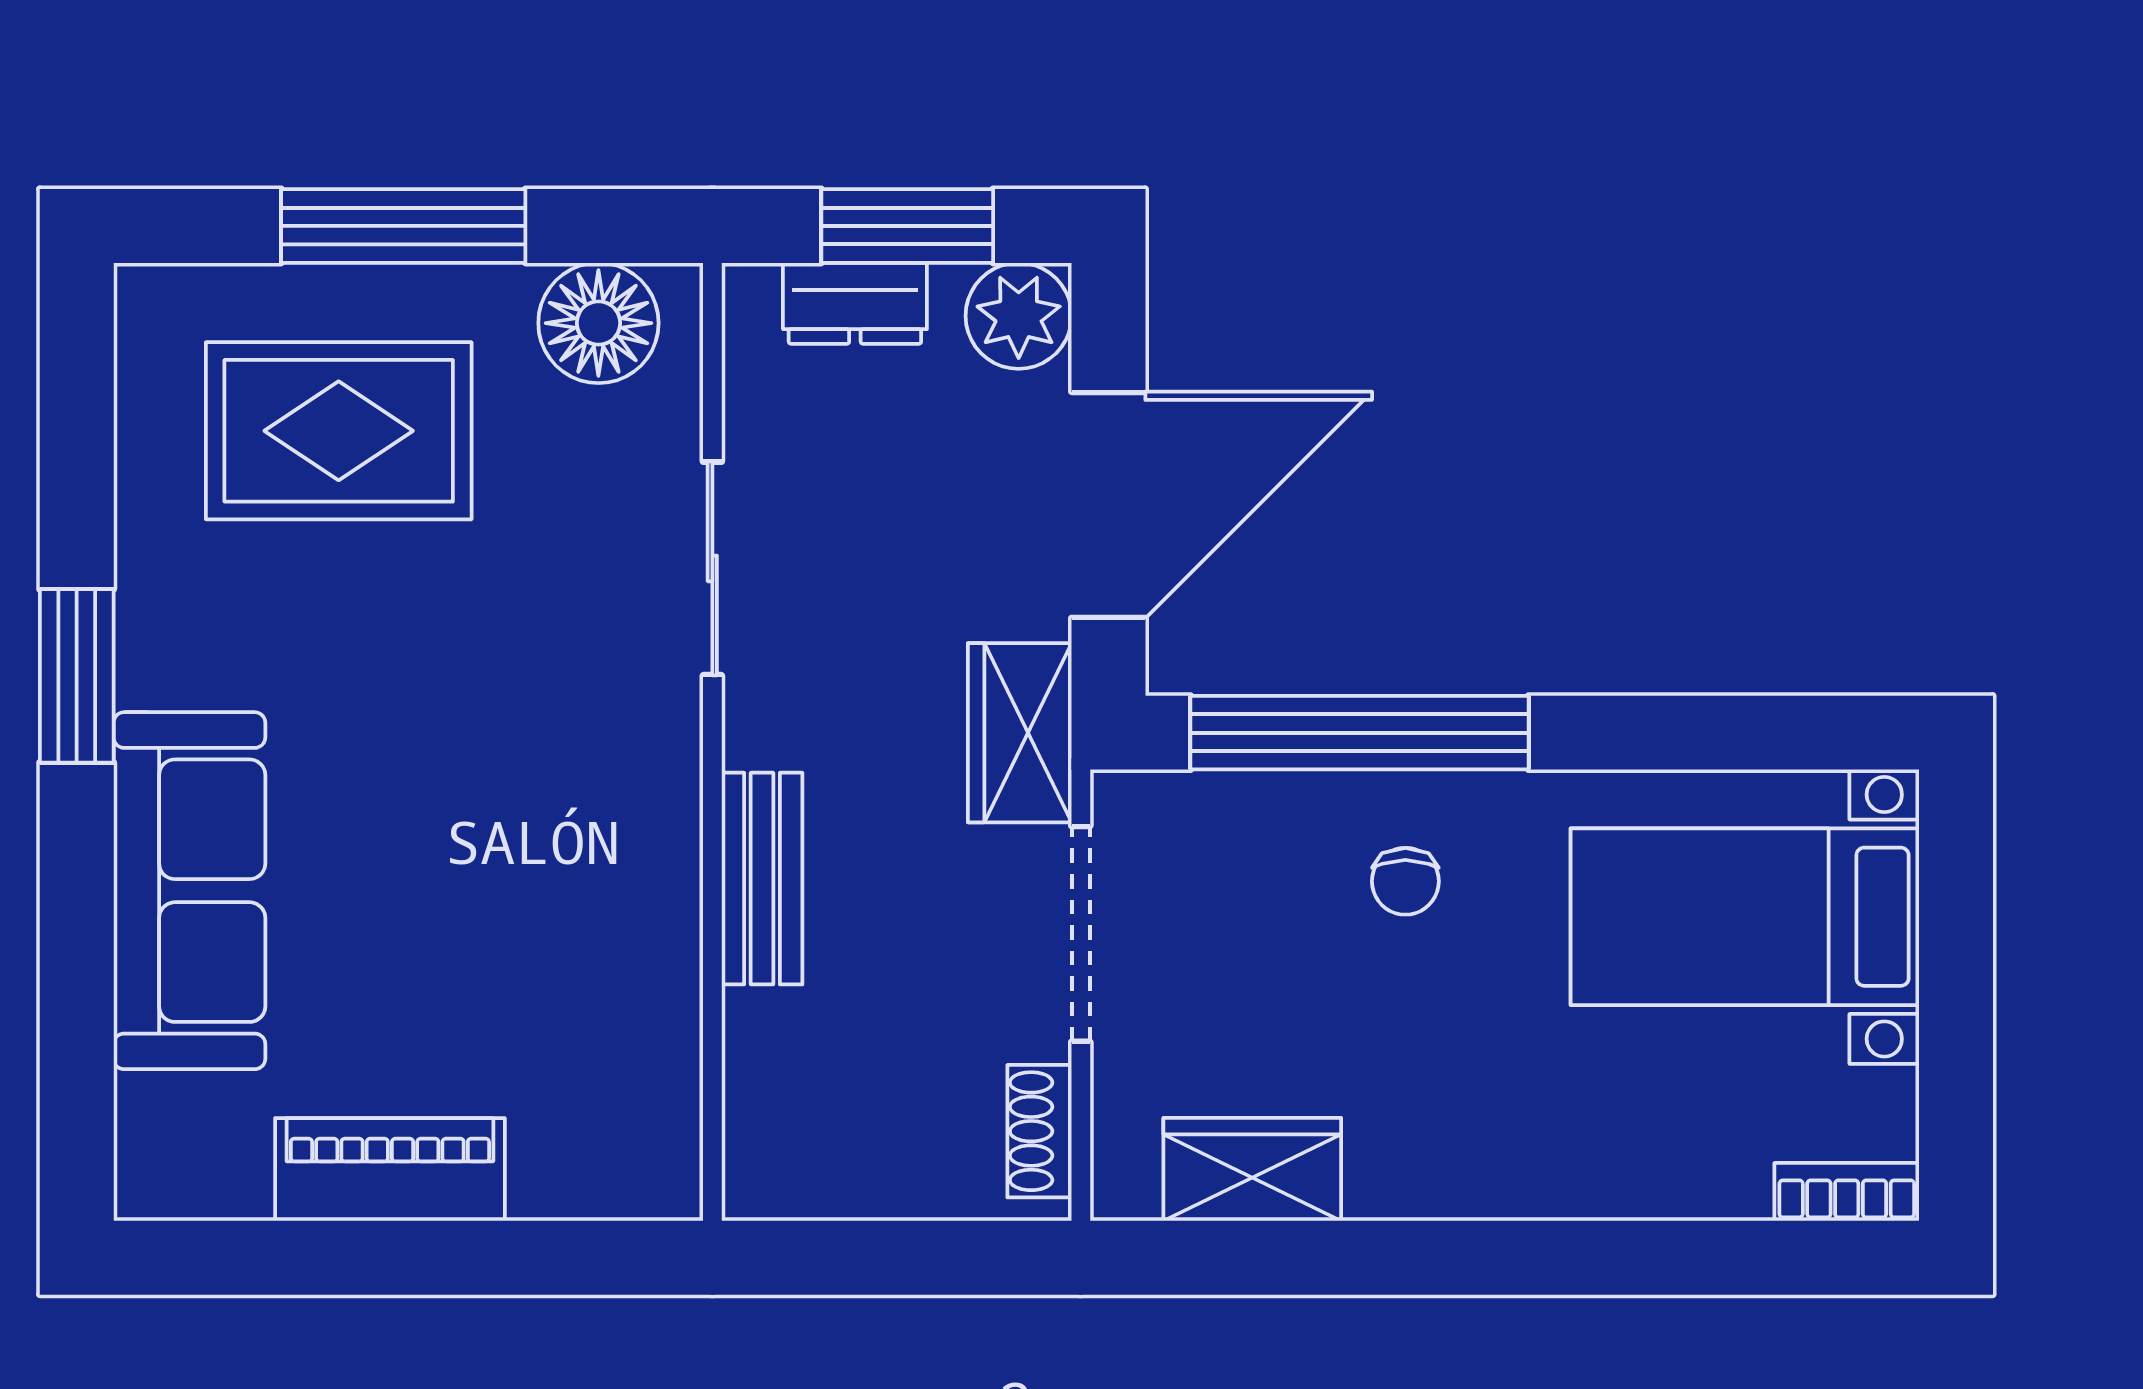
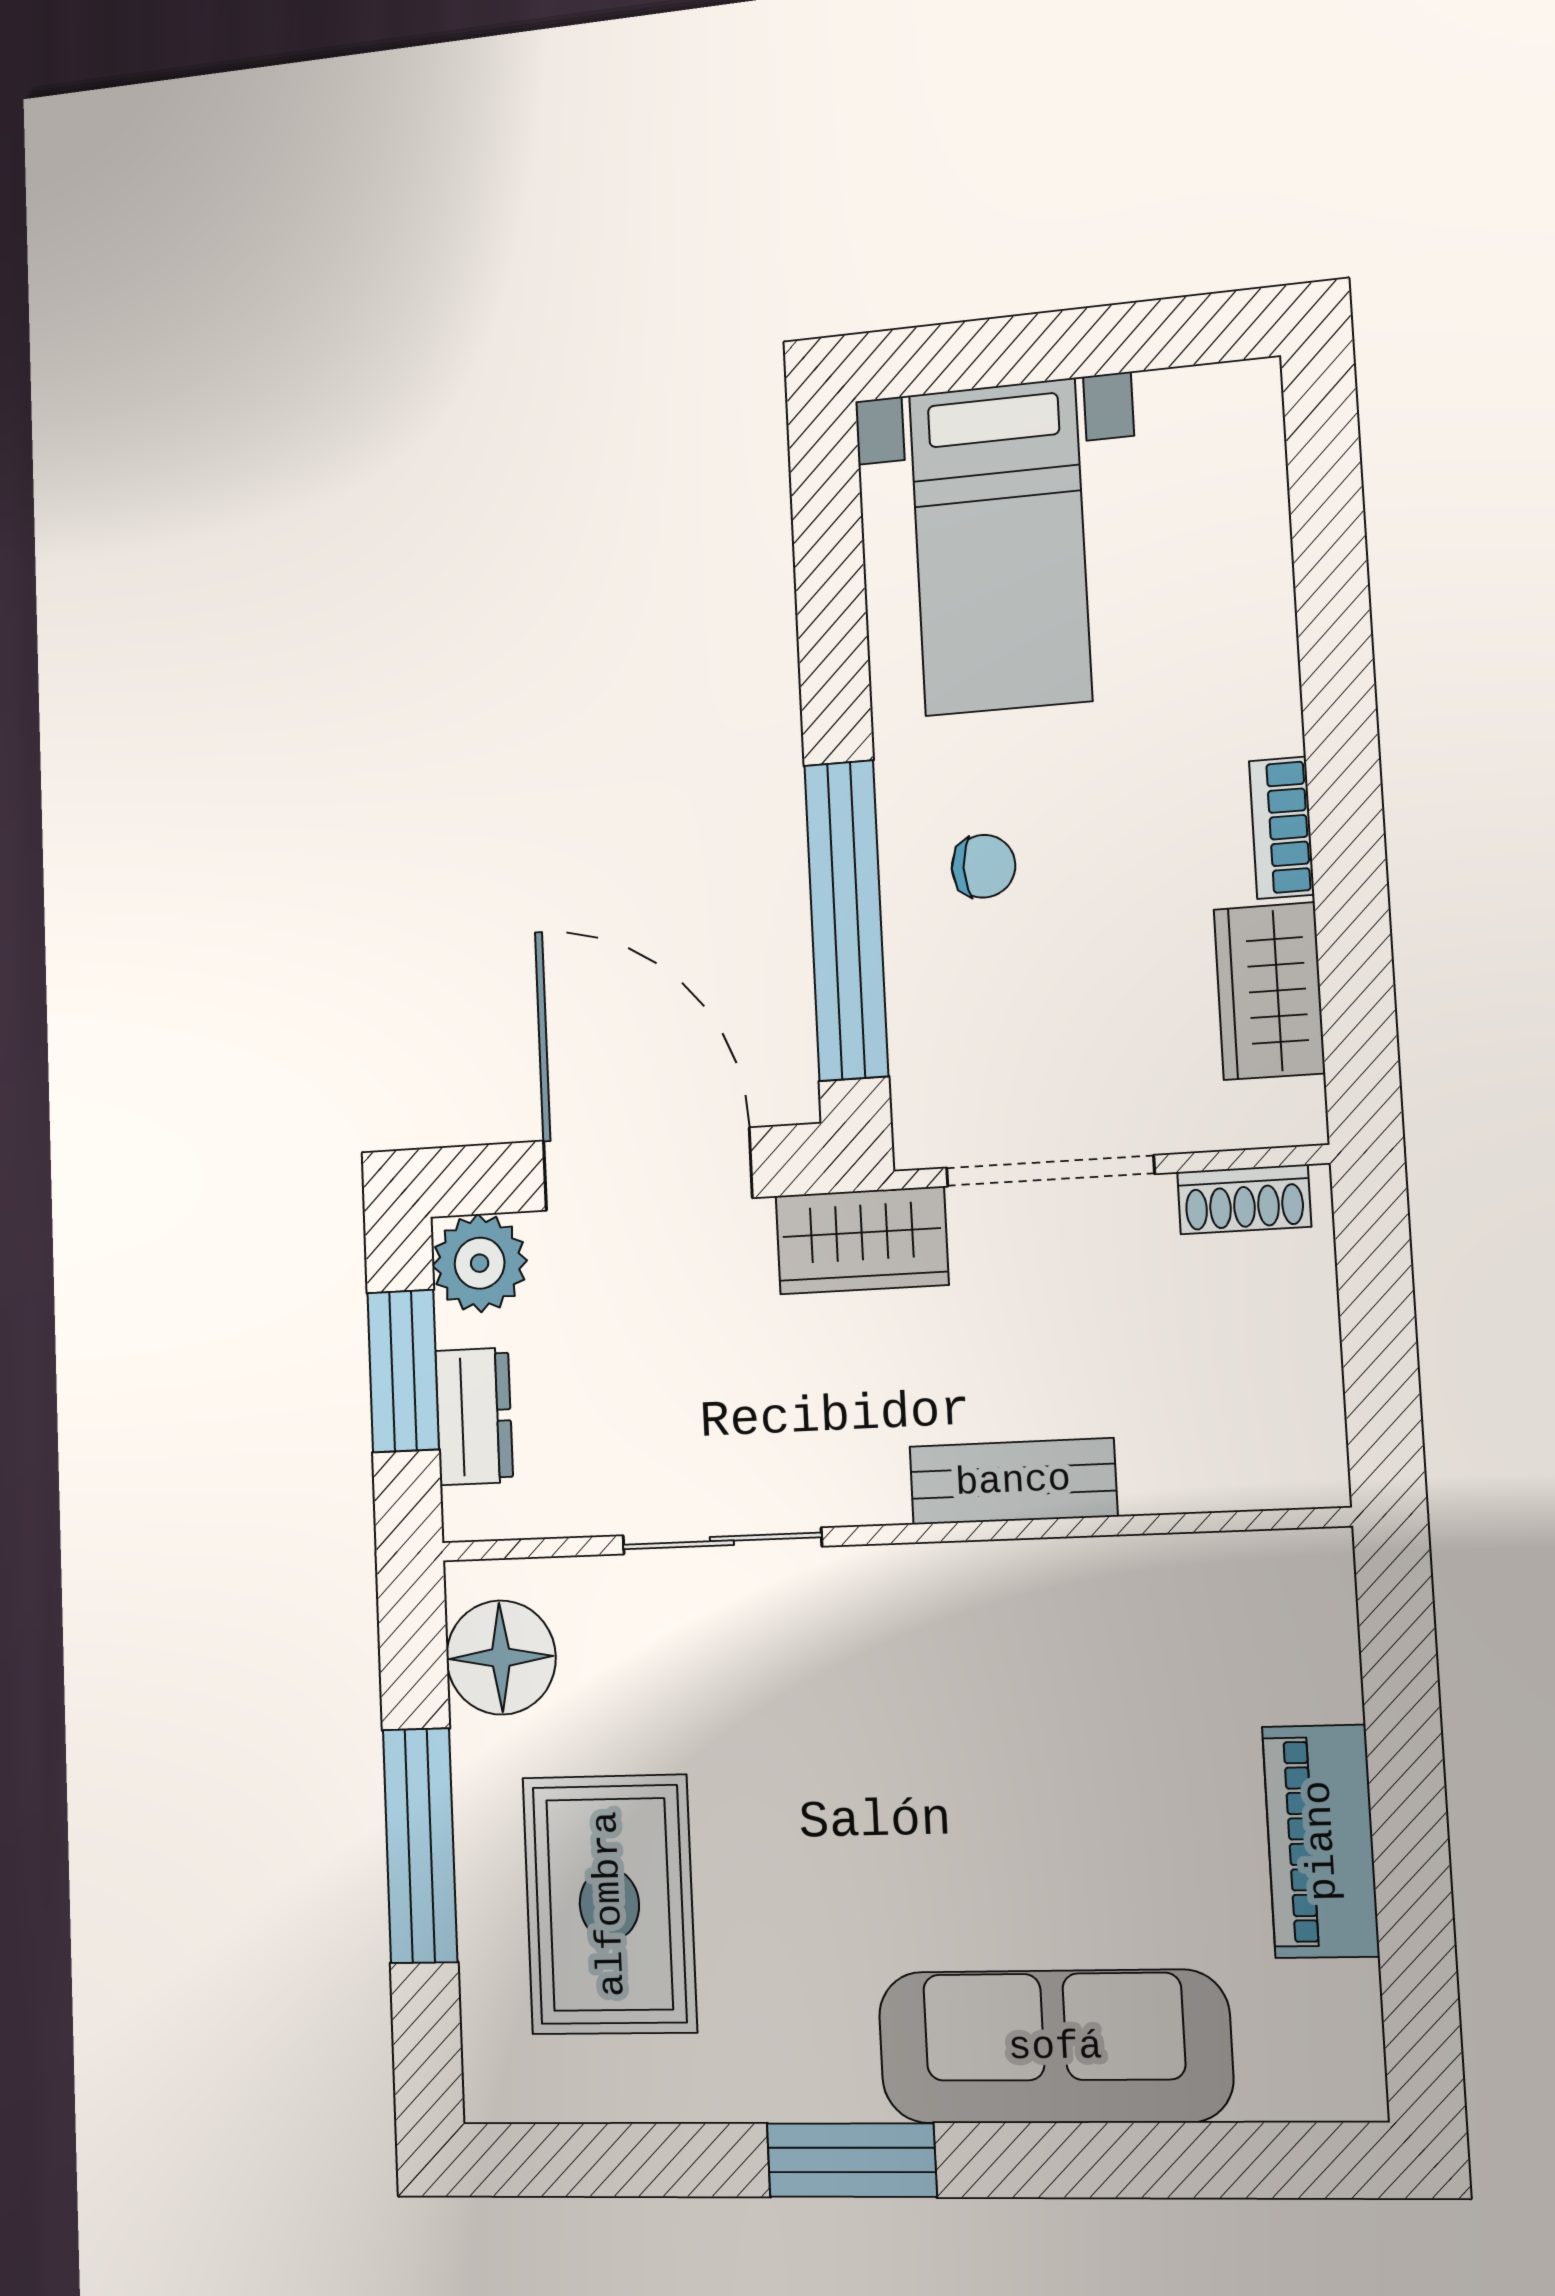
bookcase: (1847, 1192) -> (1282, 828), moved

